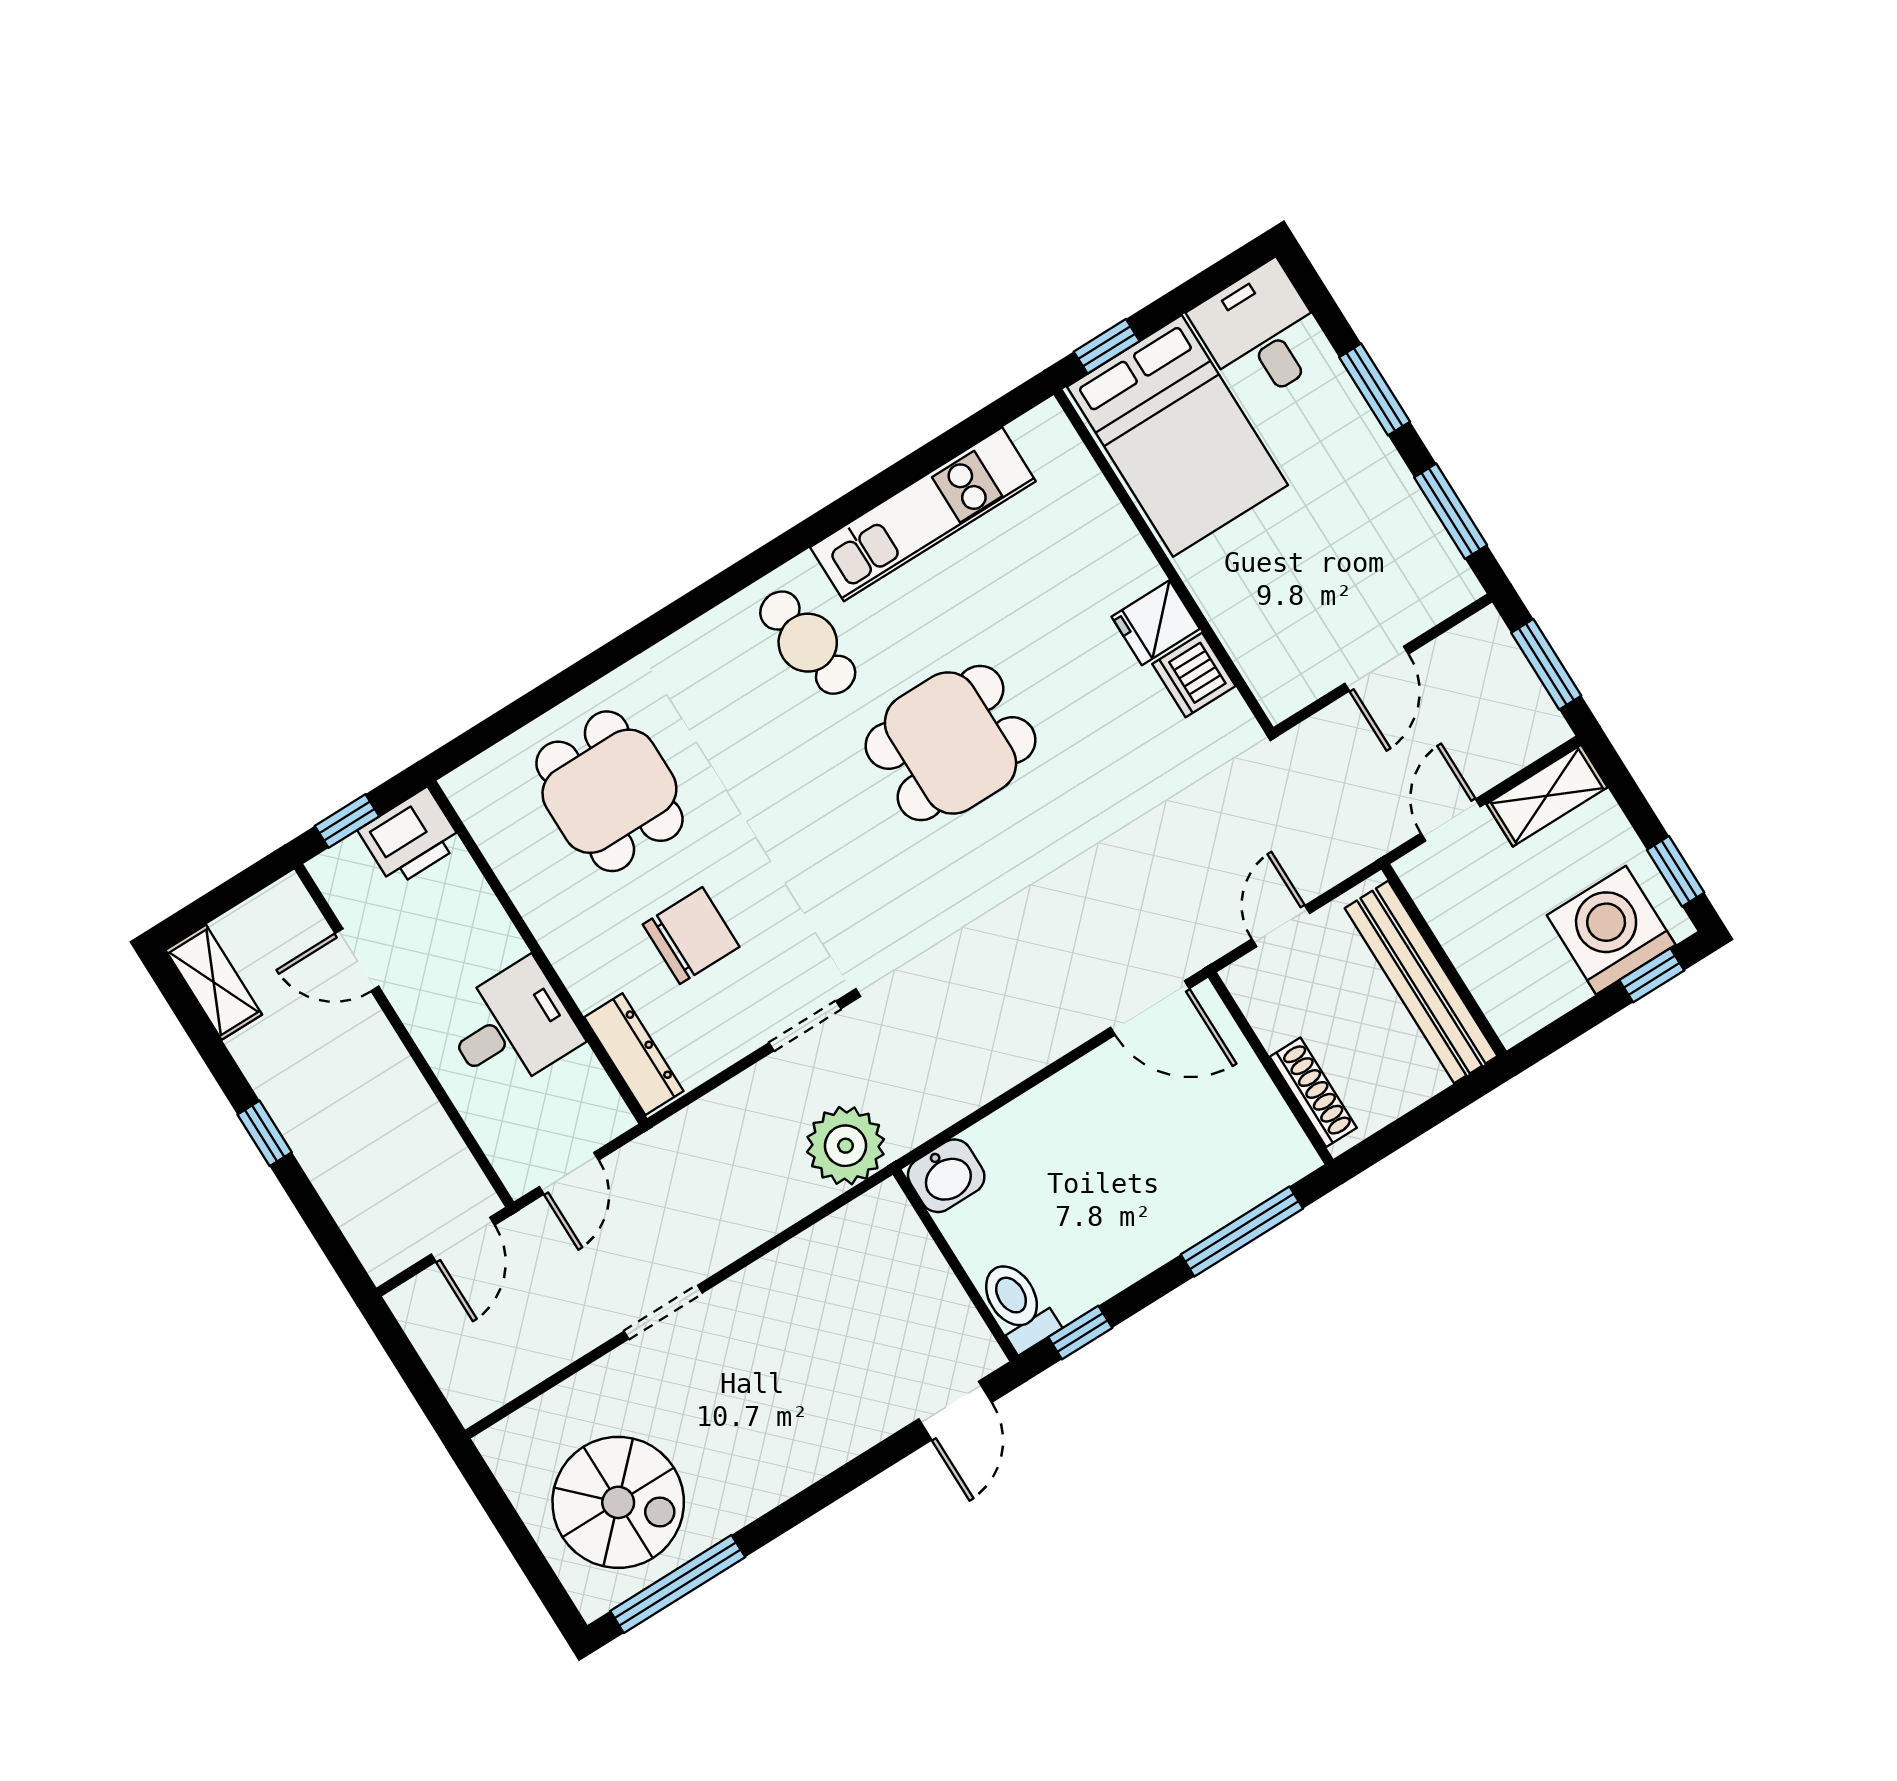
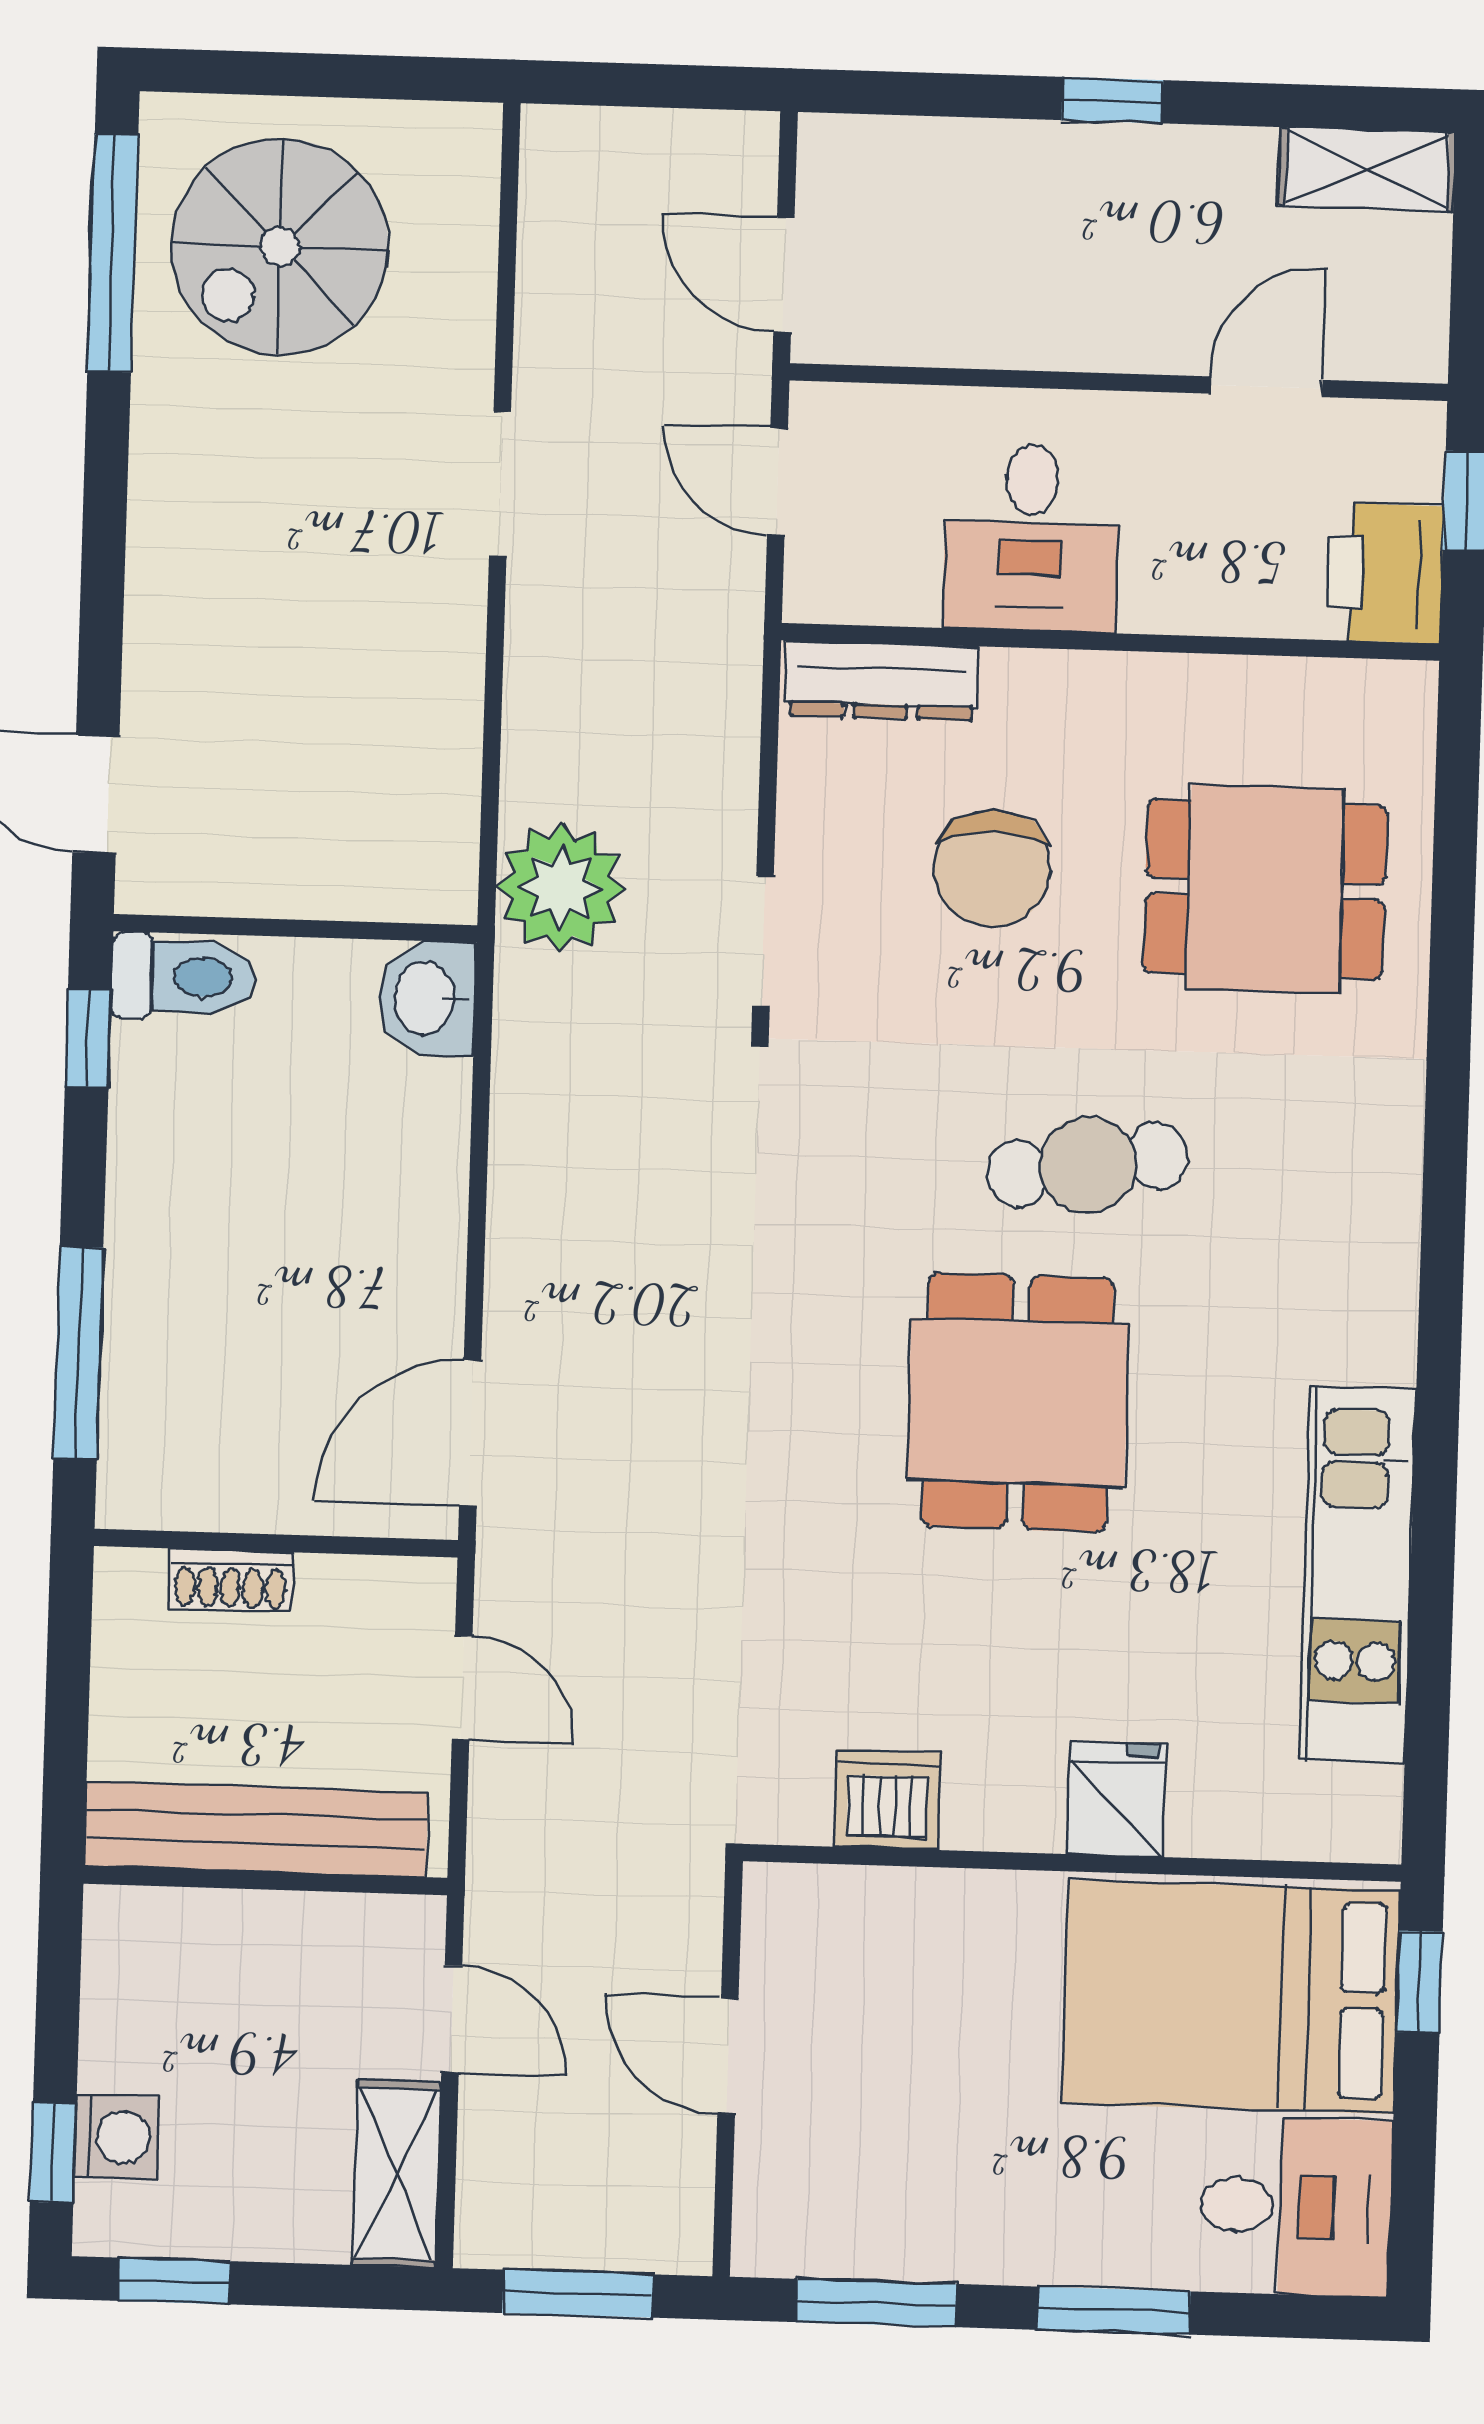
fridge: (1156, 623) -> (1117, 1799), moved
cafe table: (808, 643) -> (1087, 1165), moved
washing machine: (1611, 930) -> (116, 2137), width x0.53, depth x0.53
shoe rack: (1313, 1092) -> (230, 1580), width x0.70

